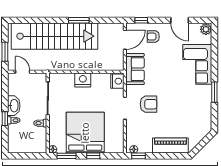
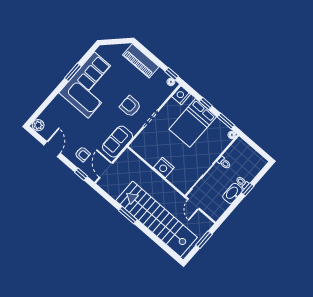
door: (125, 40) -> (106, 170), hinge flipped
corner sofa: (197, 64) -> (91, 85), moved, width x1.36, depth x1.36
door: (23, 72) -> (193, 204), moved
nightstand: (117, 81) -> (181, 95), moved
bed: (85, 133) -> (193, 123), width x0.73

